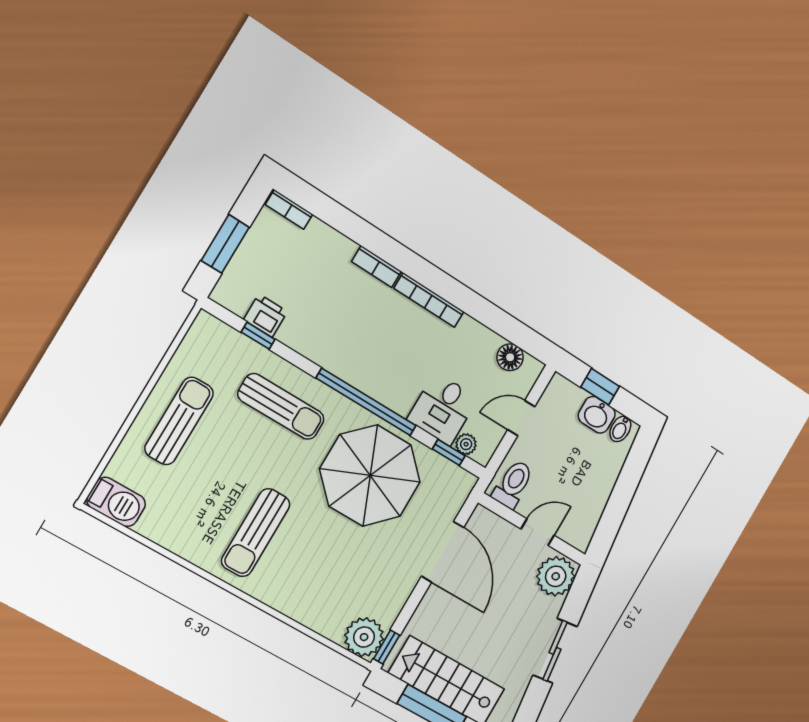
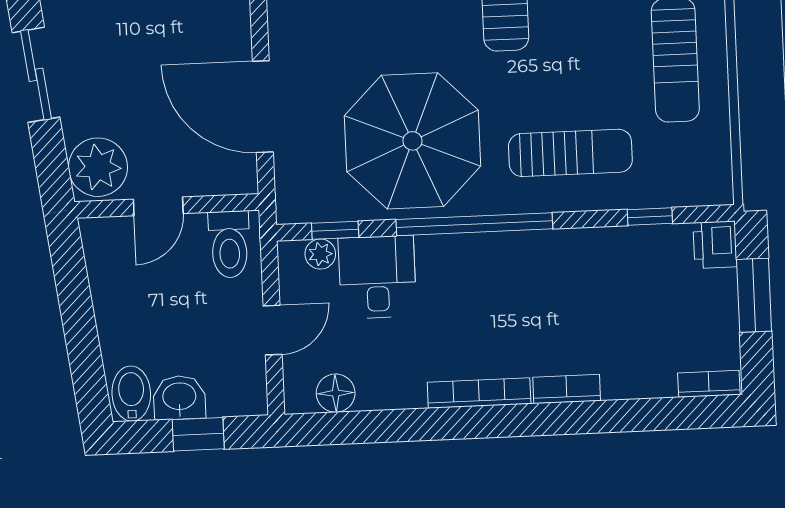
printer: (265, 316) -> (715, 245), moved, turned 90
sun lounger: (281, 407) -> (570, 153), turned 180
bidet: (620, 429) -> (131, 394), width x1.38, depth x1.36

